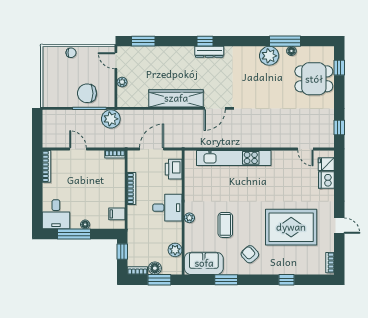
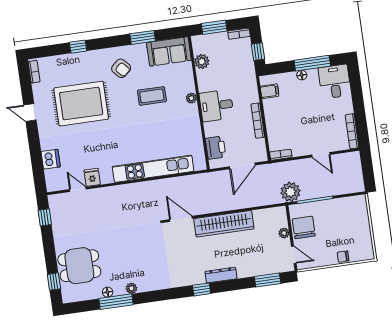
dresser: (209, 52) -> (221, 275), moved
plant: (269, 56) -> (131, 288), width x0.53, depth x0.53
chair: (87, 93) -> (304, 227), moved, turned -90
door: (215, 108) -> (181, 219), hinge flipped
fridge: (326, 164) -> (92, 177), moved, turned -90
coffee table: (225, 225) -> (152, 96), turned 90
floor lamp: (155, 268) -> (221, 39), removed

